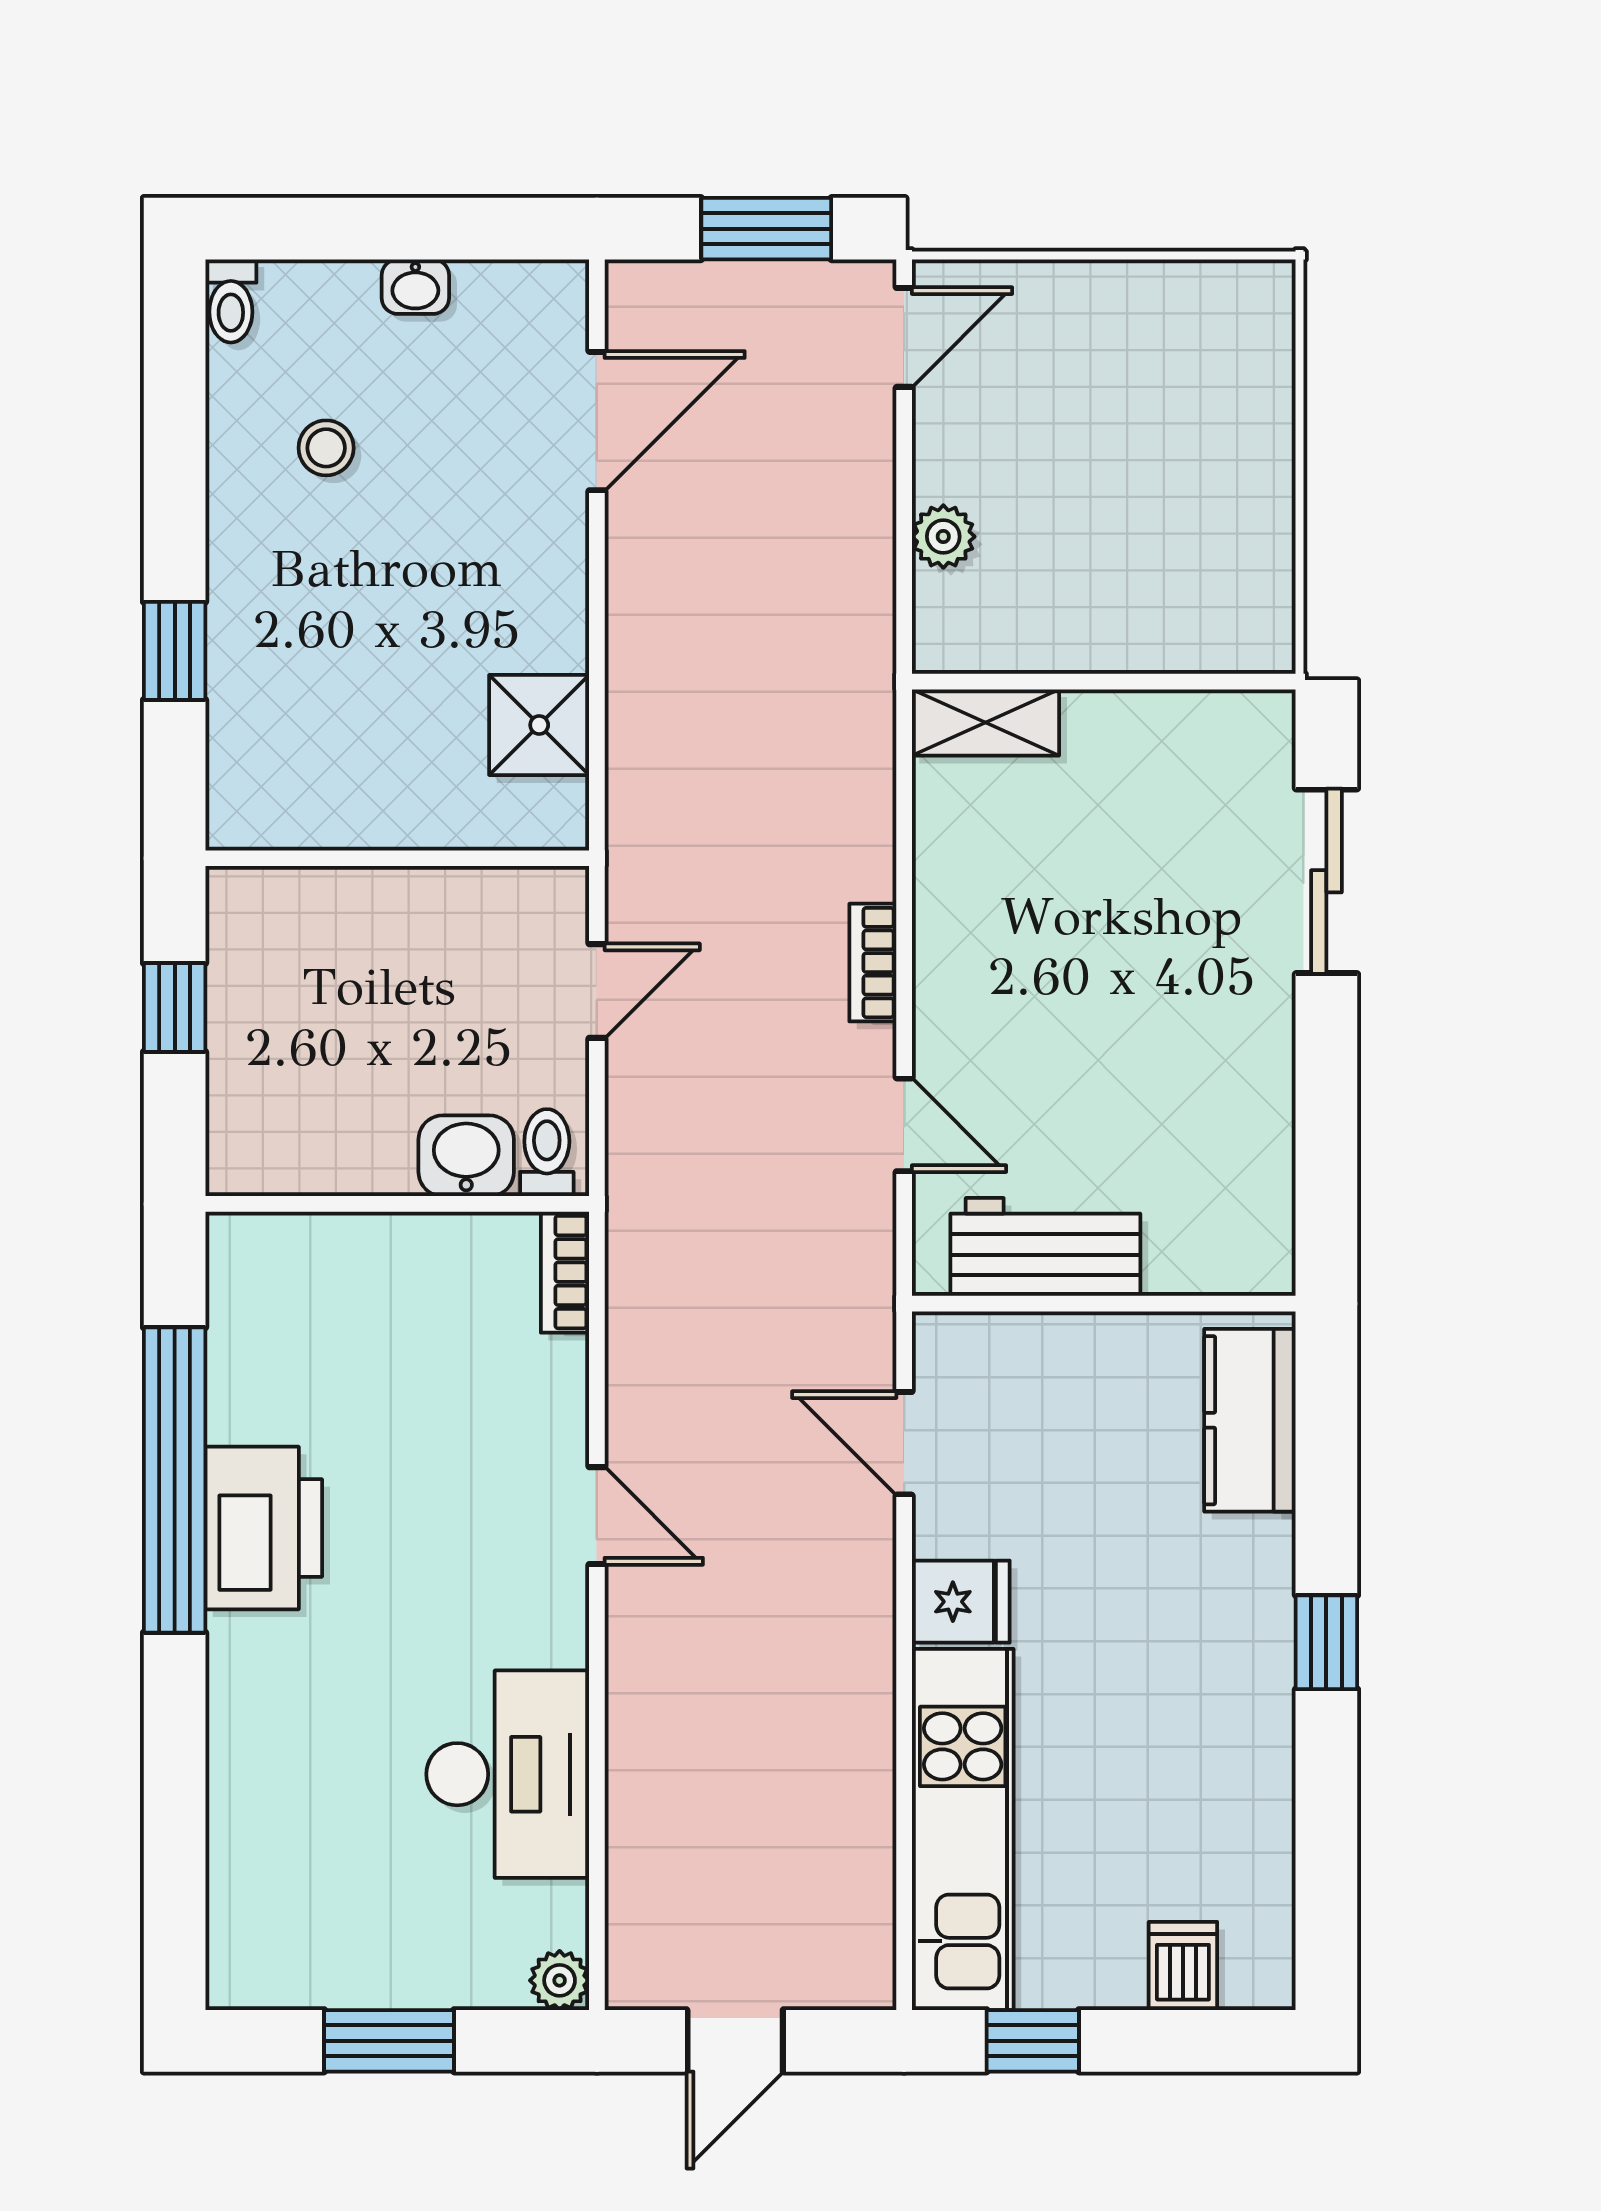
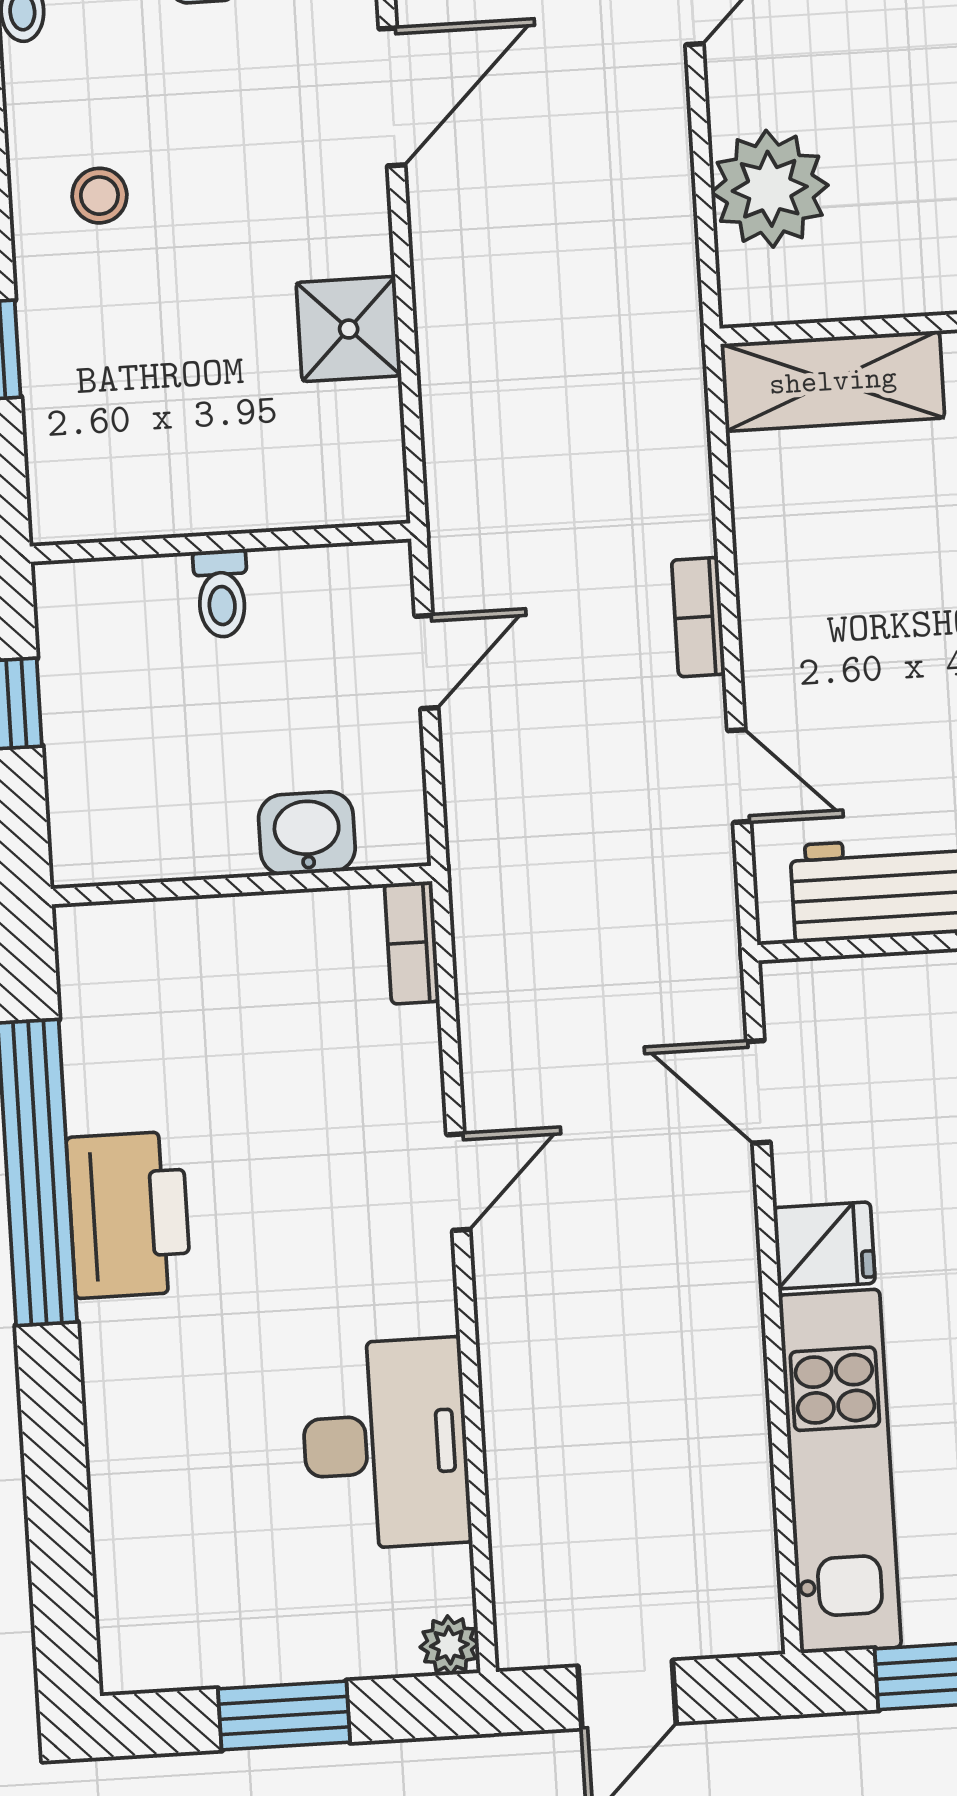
stool: (326, 448) -> (99, 196), moved
plant: (943, 537) -> (770, 189), width x1.88, depth x1.88
shelving: (985, 722) -> (833, 381), width x1.50, depth x1.33
shower: (539, 725) -> (349, 329), moved
toilet: (547, 1153) -> (221, 593), moved, turned 180
door: (597, 1516) -> (458, 1182), hinge flipped

